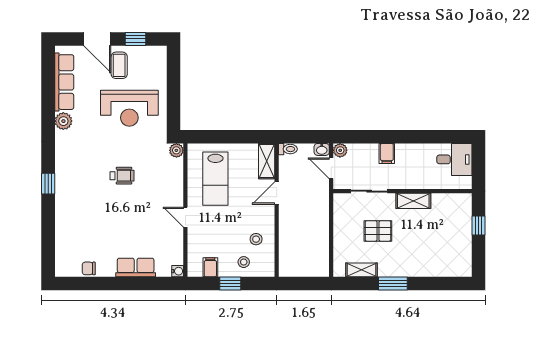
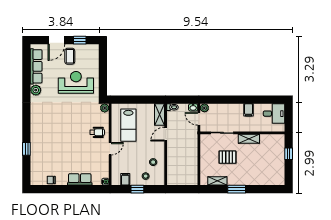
door: (97, 39) -> (56, 40), hinge flipped
reception desk: (129, 108) -> (76, 82), turned 180
filing cabinet: (387, 153) -> (248, 110), moved
wheelchair: (122, 176) -> (97, 132), moved
window: (48, 184) -> (26, 149), moved
door: (185, 217) -> (110, 149), swing flipped

